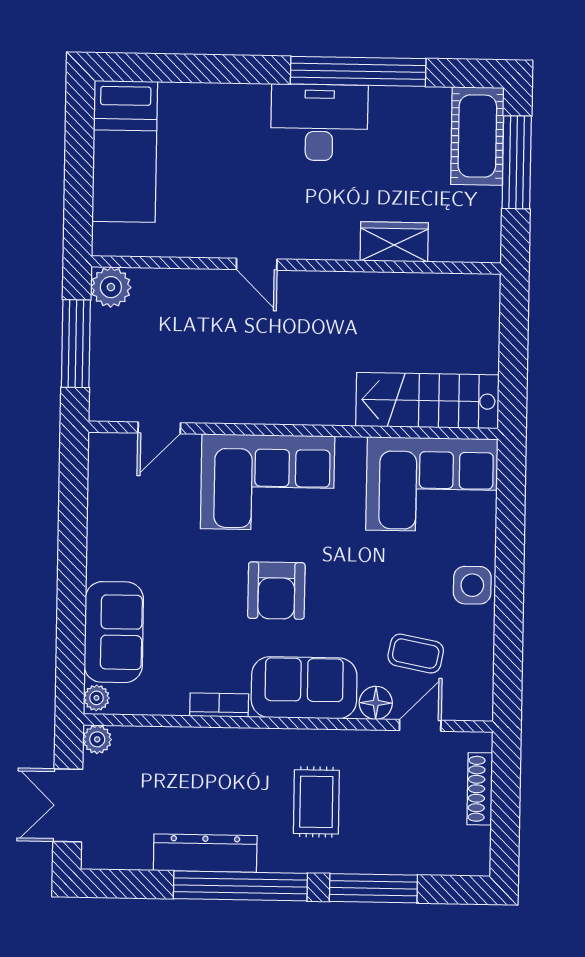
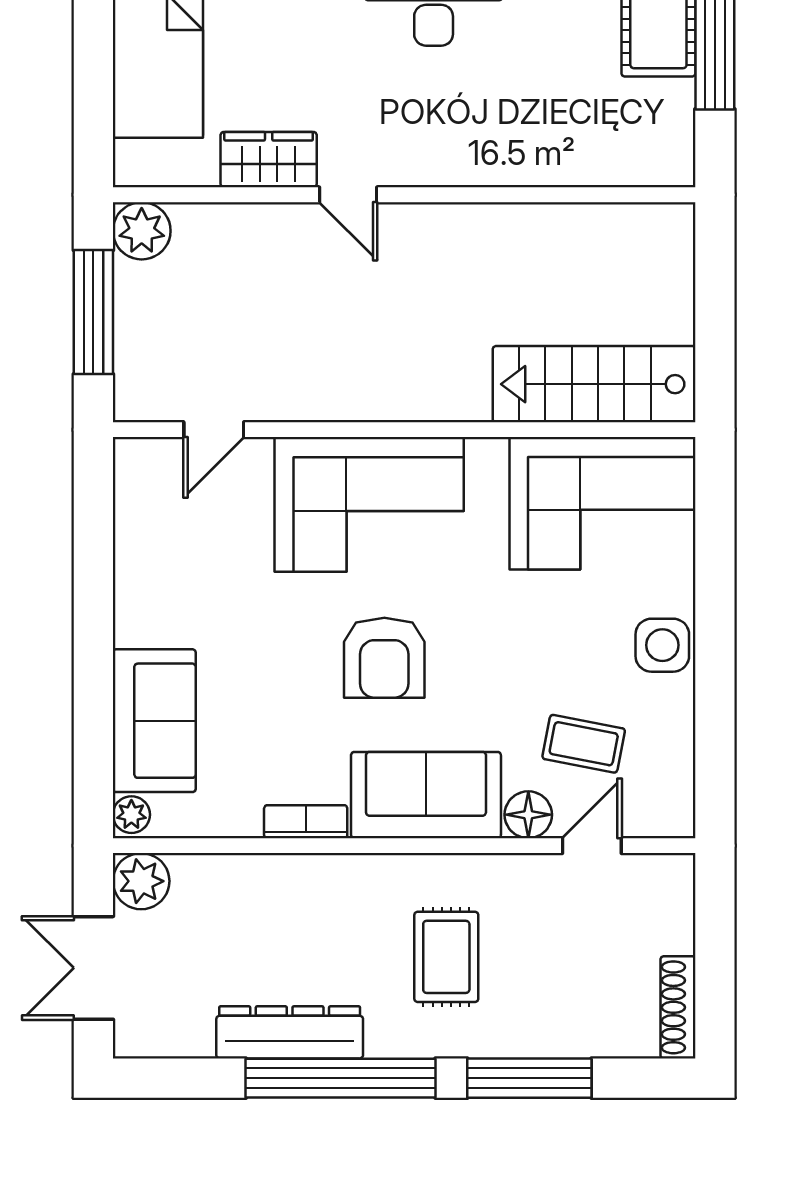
wardrobe: (394, 242) -> (269, 160), moved
plant: (97, 739) -> (141, 881), width x1.38, depth x1.38
shoe rack: (480, 789) -> (678, 1007), moved

